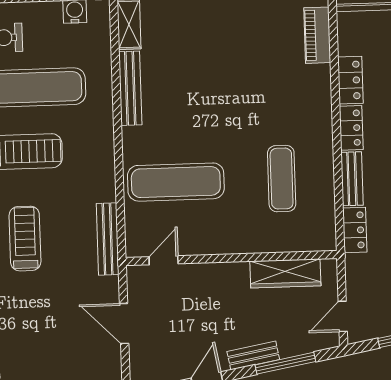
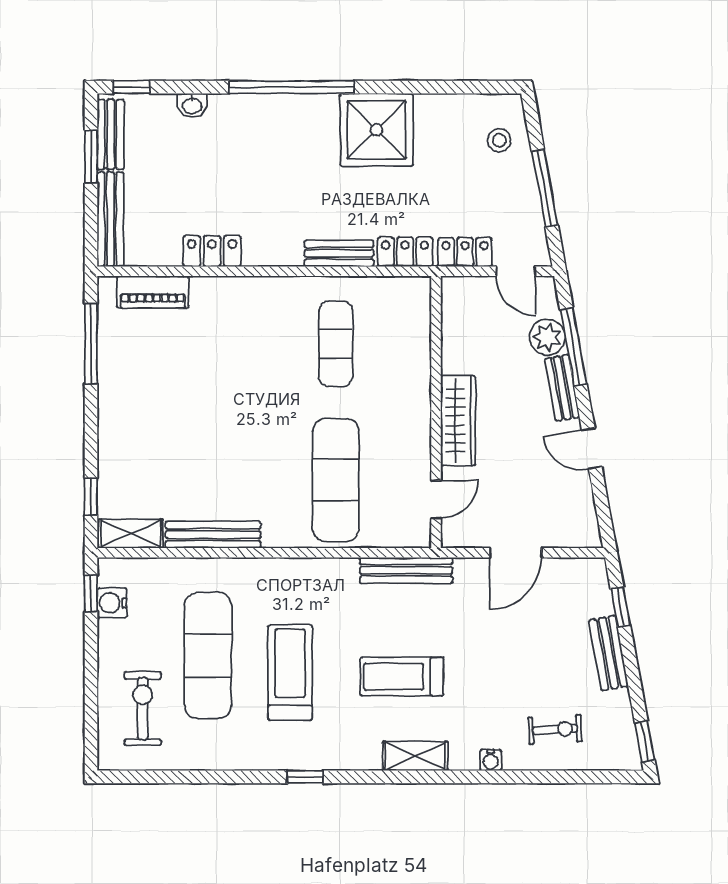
locker: (351, 128) -> (465, 252), moved
exercise mat: (282, 179) -> (336, 344), turned 90
door: (164, 260) -> (436, 499), swing flipped
wardrobe: (285, 273) -> (458, 421), moved
plant: (292, 343) -> (547, 337), added

